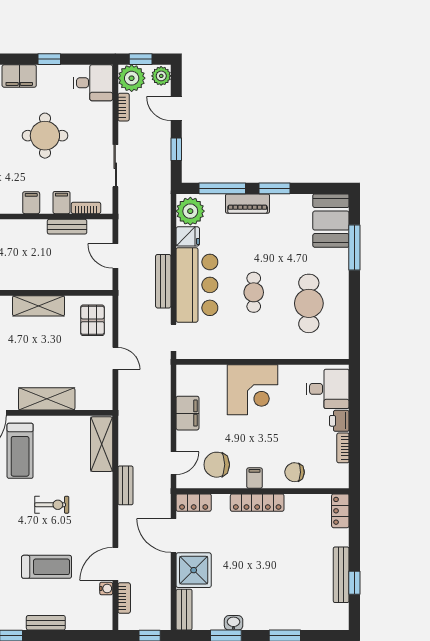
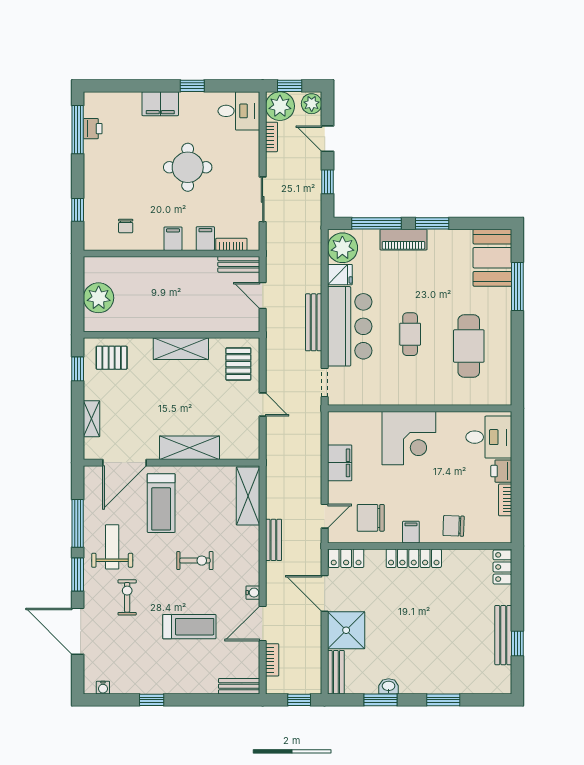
bench: (67, 227) -> (239, 264), moved
water cooler: (106, 589) -> (253, 593), moved
bench: (46, 623) -> (239, 686), moved

